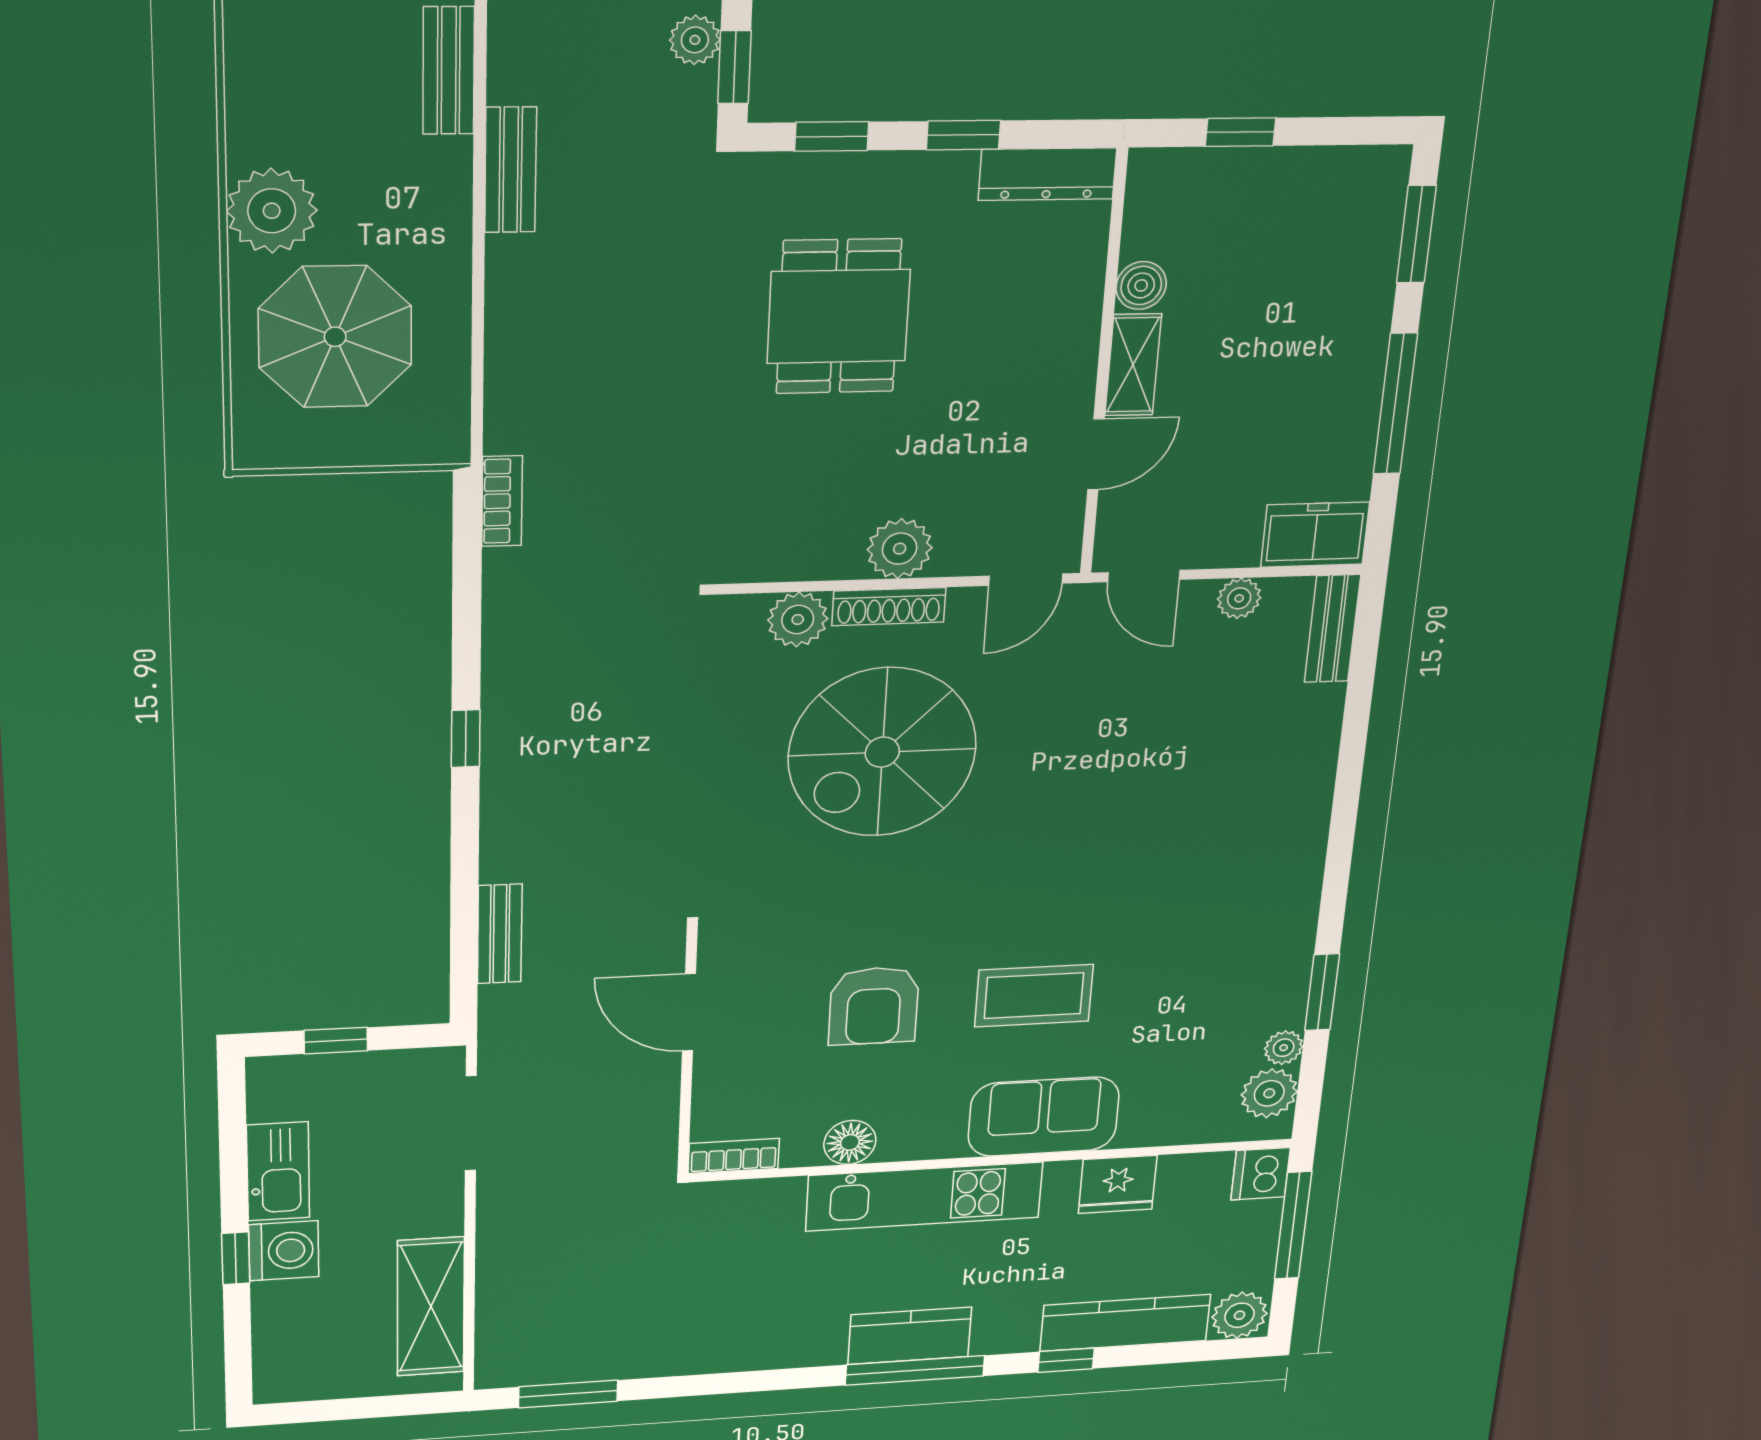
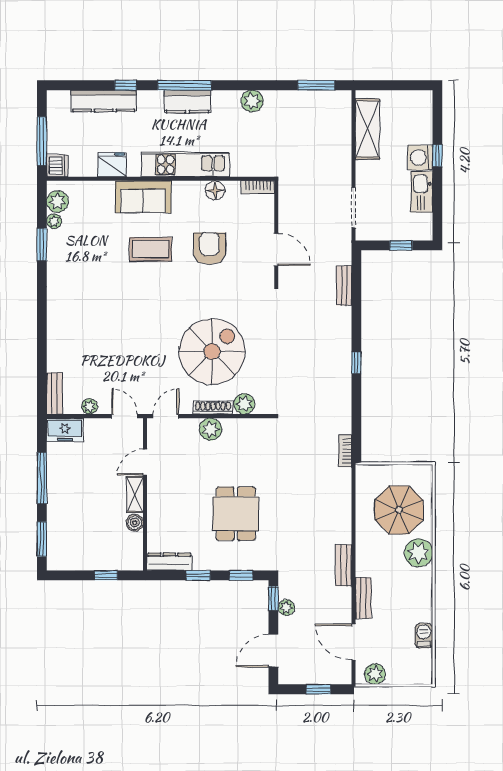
plant: (1240, 1315) -> (252, 101), moved

